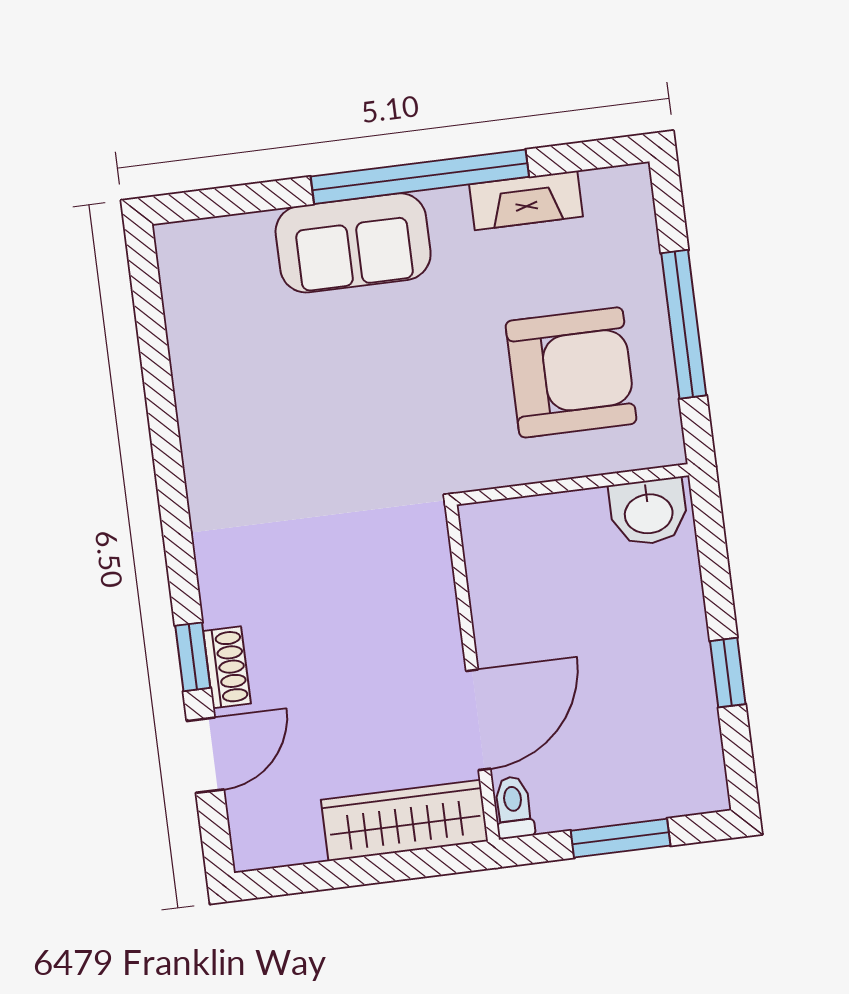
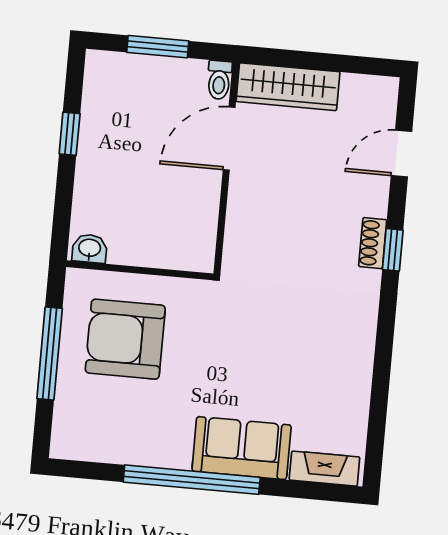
fireplace: (526, 200) -> (324, 469), moved
washbasin: (648, 512) -> (90, 249), width x0.72, depth x0.69
window: (193, 657) -> (393, 250), moved
shoe rack: (227, 667) -> (373, 243), moved

